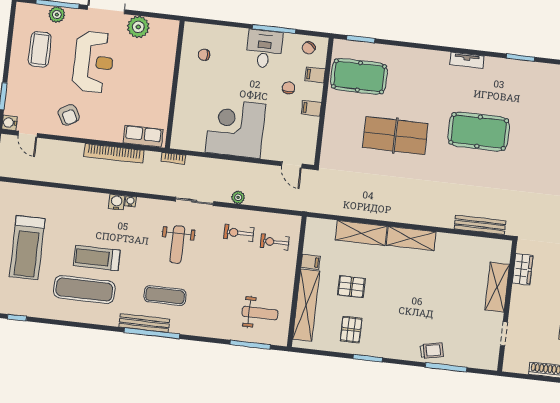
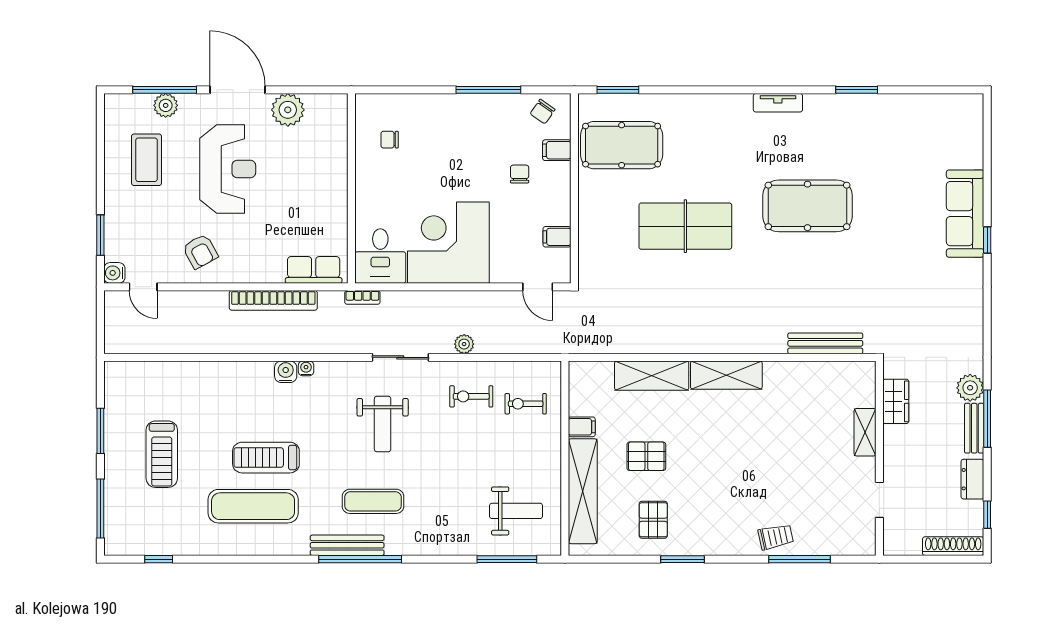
desk: (264, 49) -> (380, 256), moved, turned 180
filing cabinet: (311, 108) -> (557, 237), moved
treadmill: (27, 248) -> (162, 454), width x0.73, depth x0.73
shelving: (497, 287) -> (865, 432), width x0.67, depth x0.75

